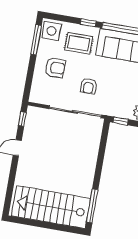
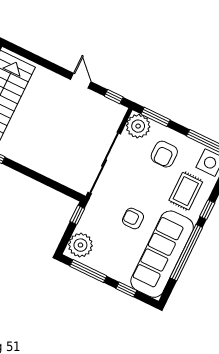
window: (29, 83) -> (156, 117), added
armchair: (89, 86) -> (133, 218), moved
plant: (39, 94) -> (138, 126), added

